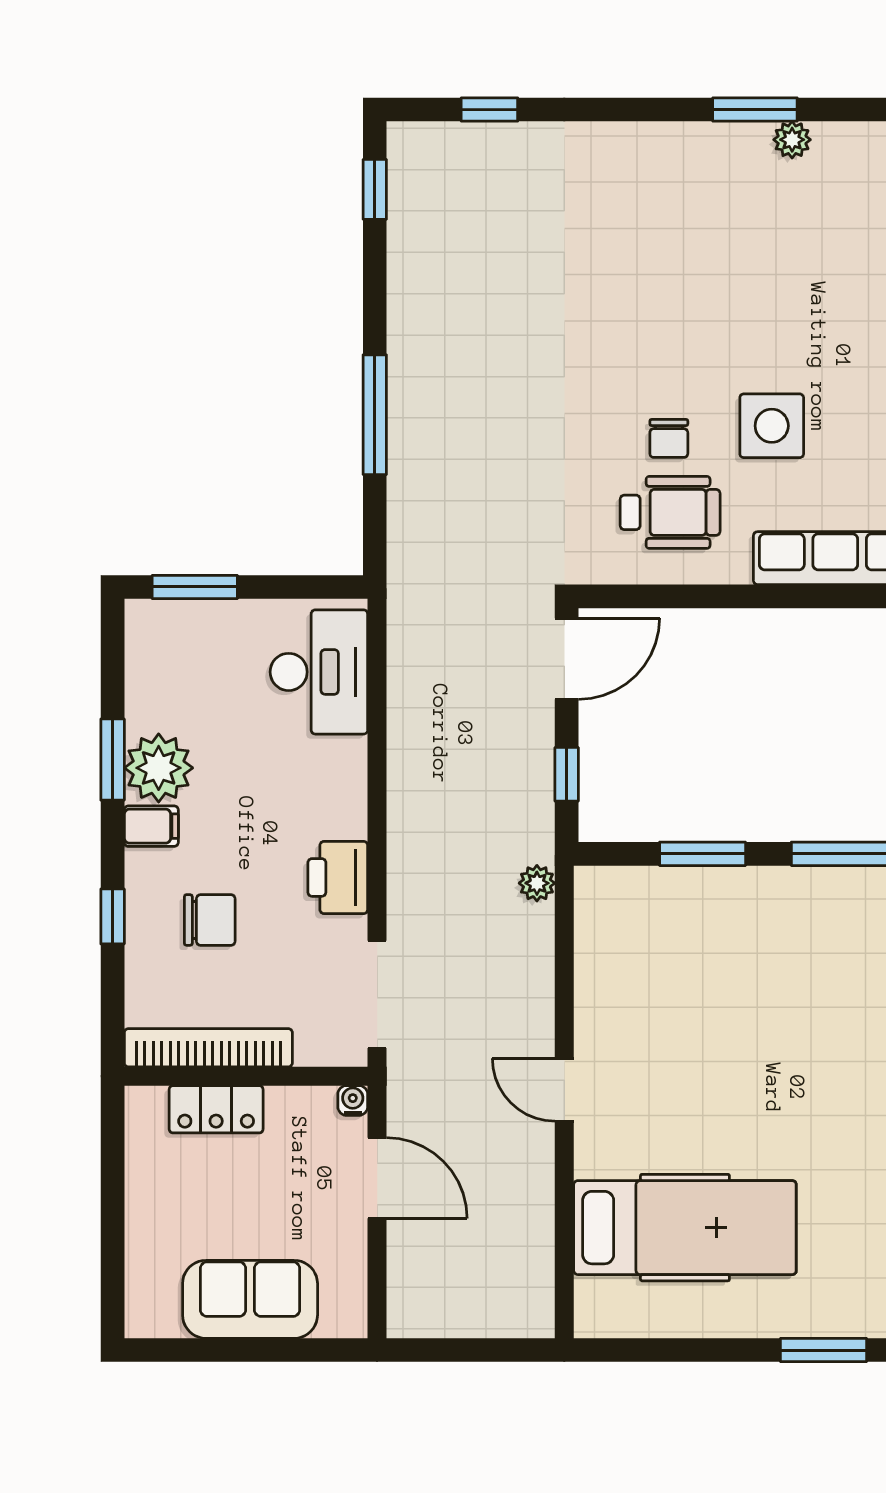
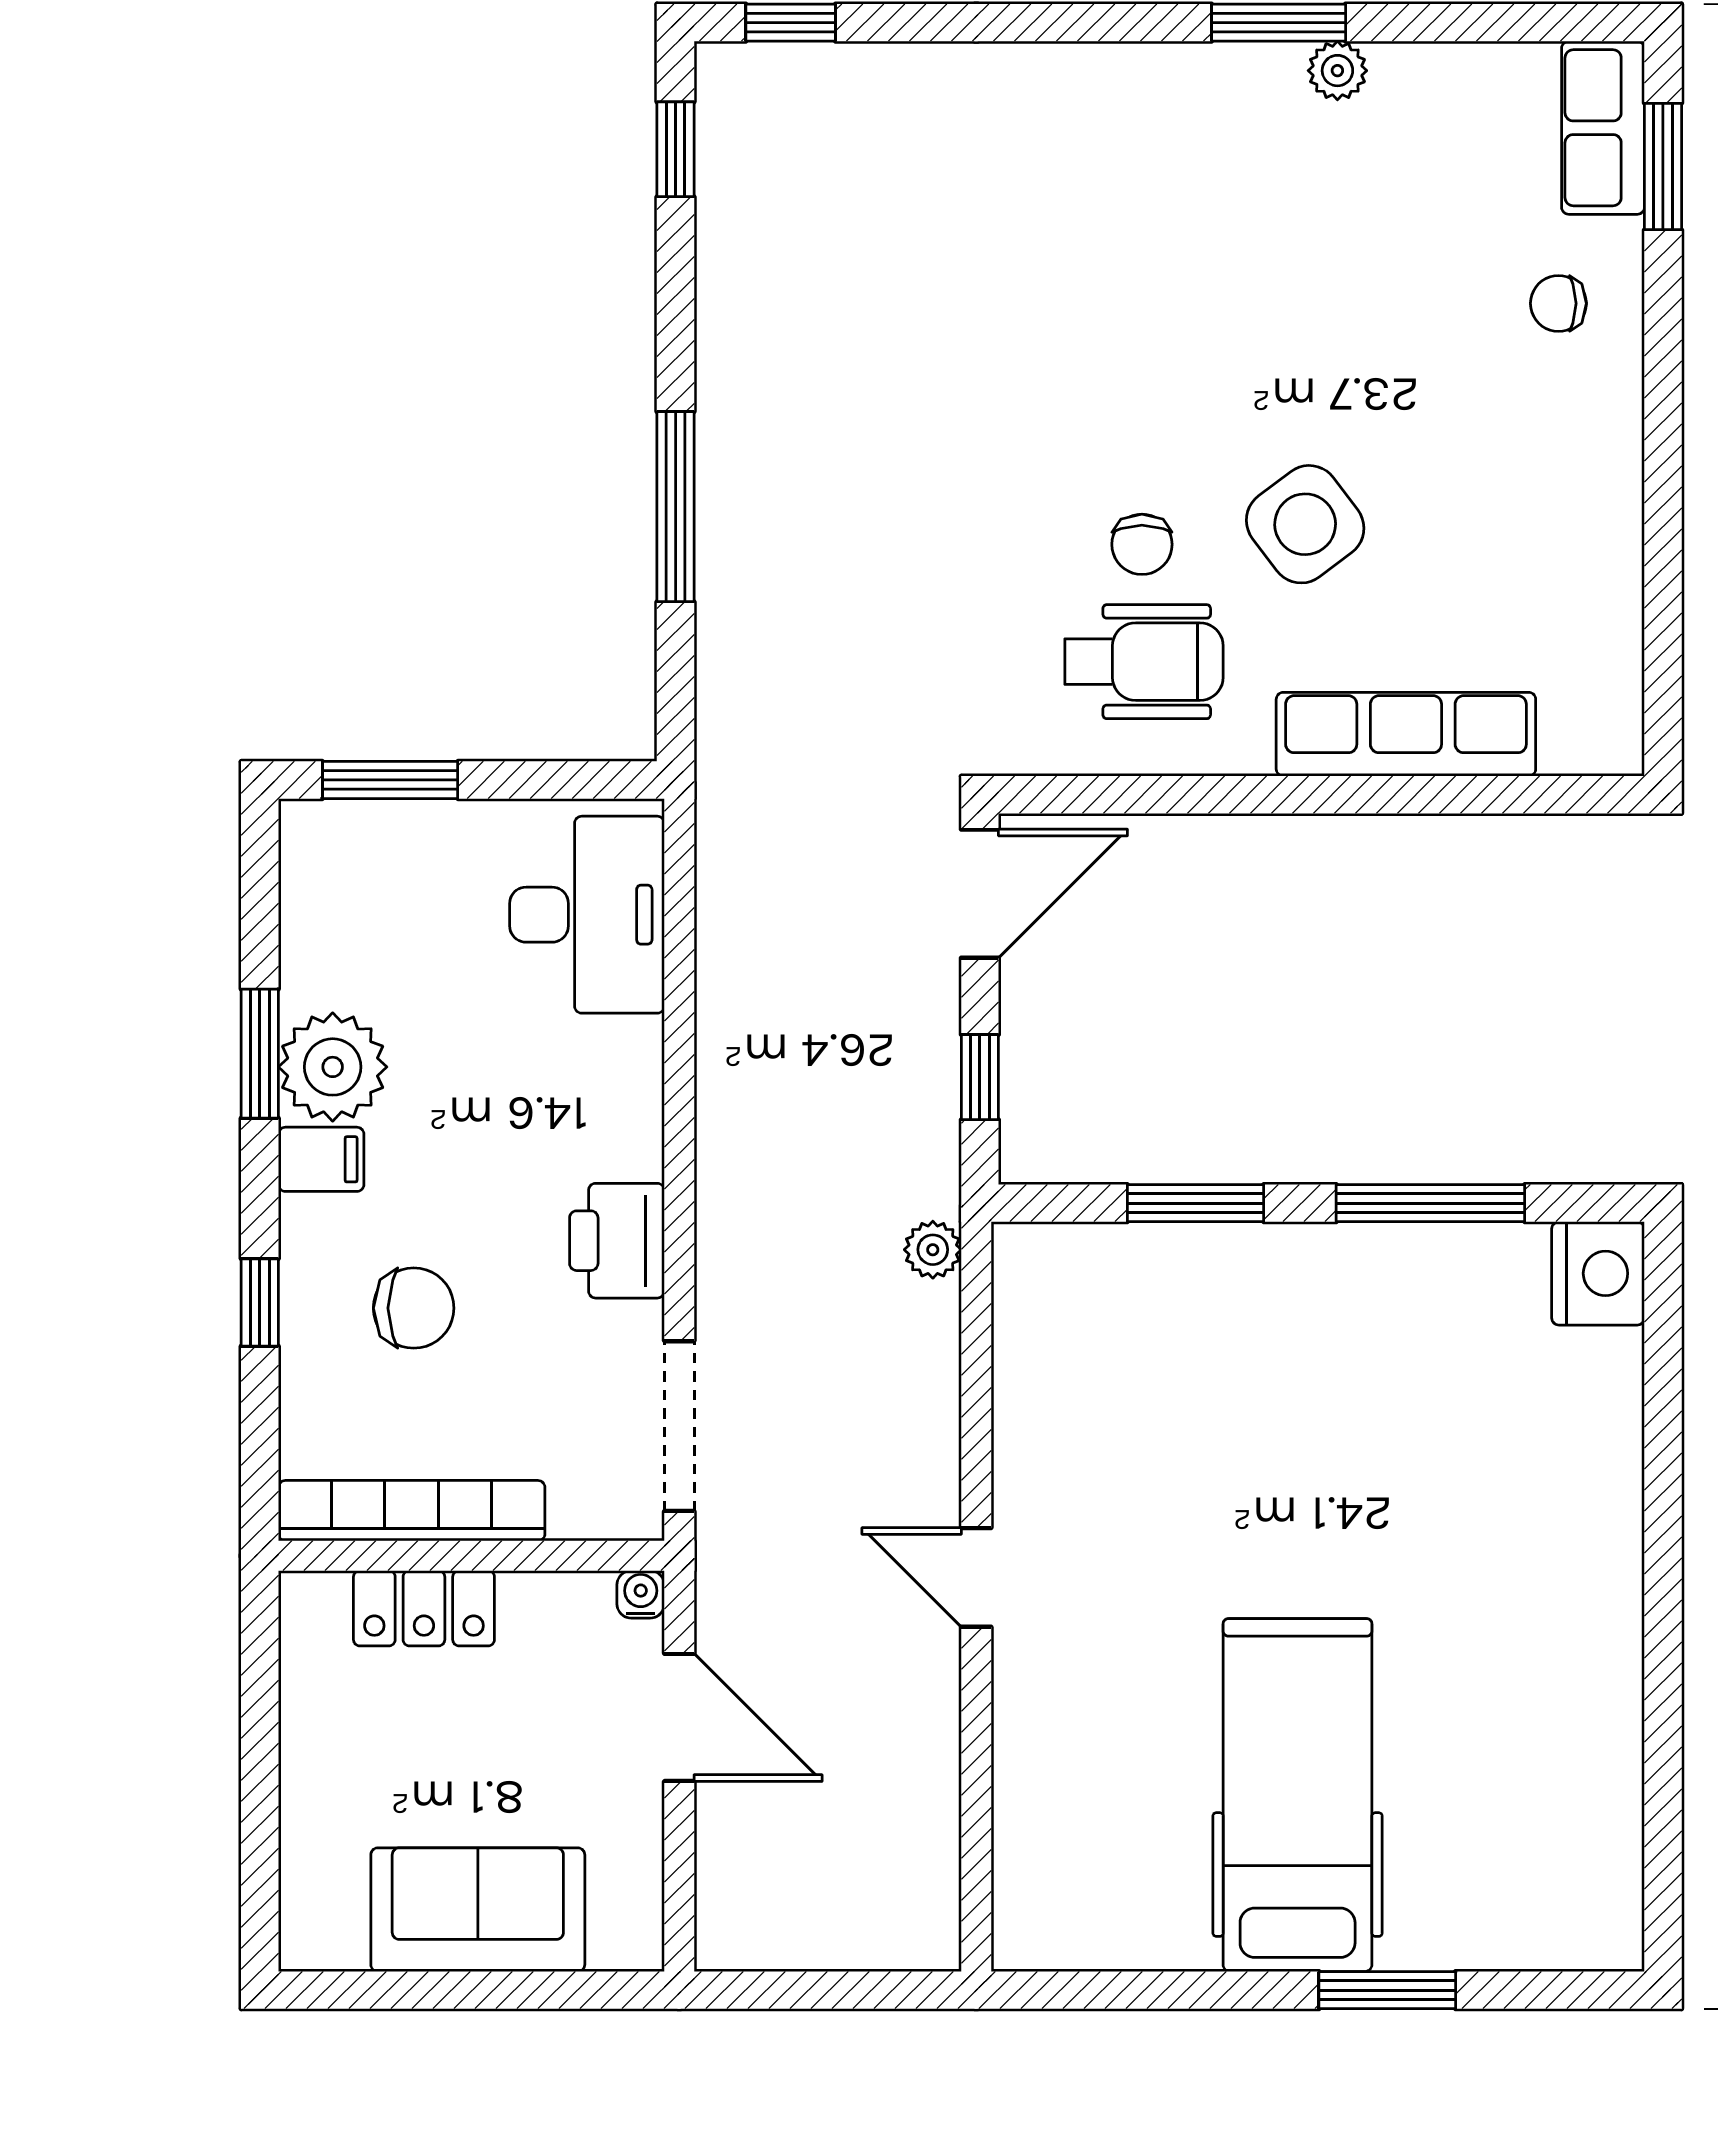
window: (489, 110) -> (791, 23), moved
side table: (772, 426) -> (1305, 524), turned -37
hospital bed: (685, 1228) -> (1298, 1795), moved, turned -90

